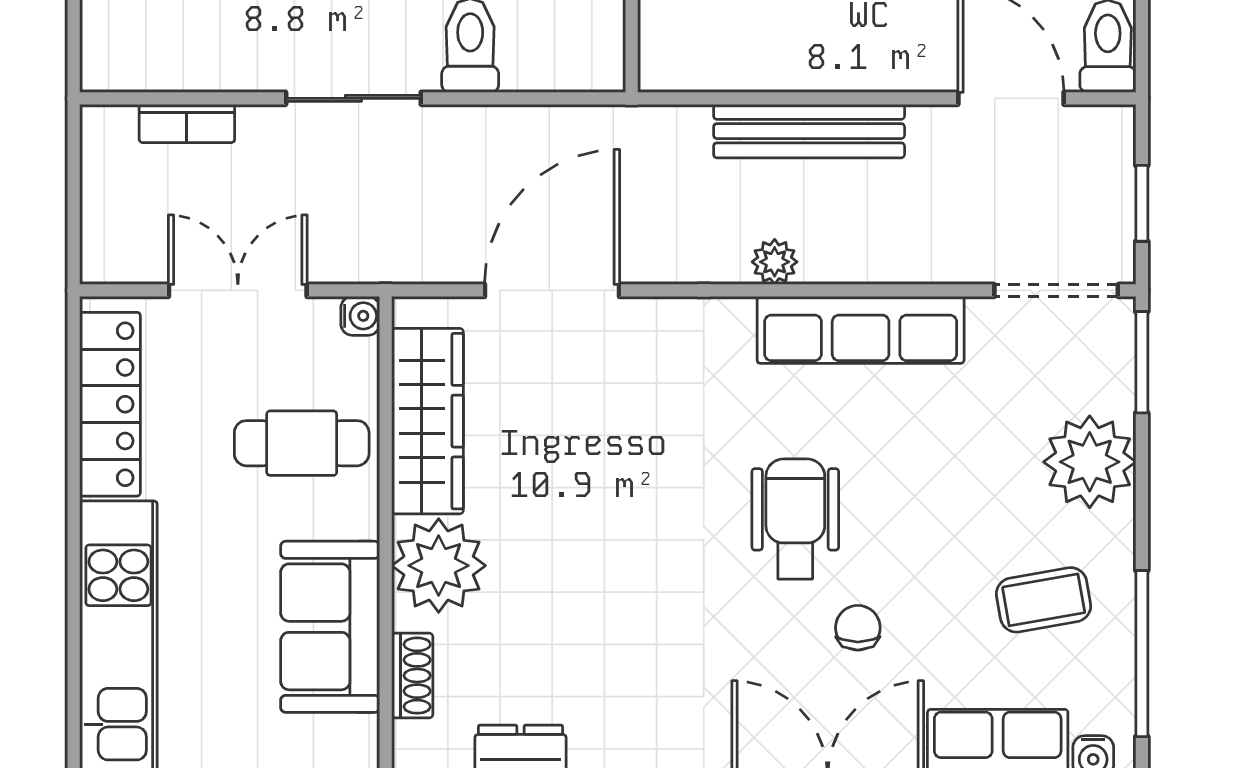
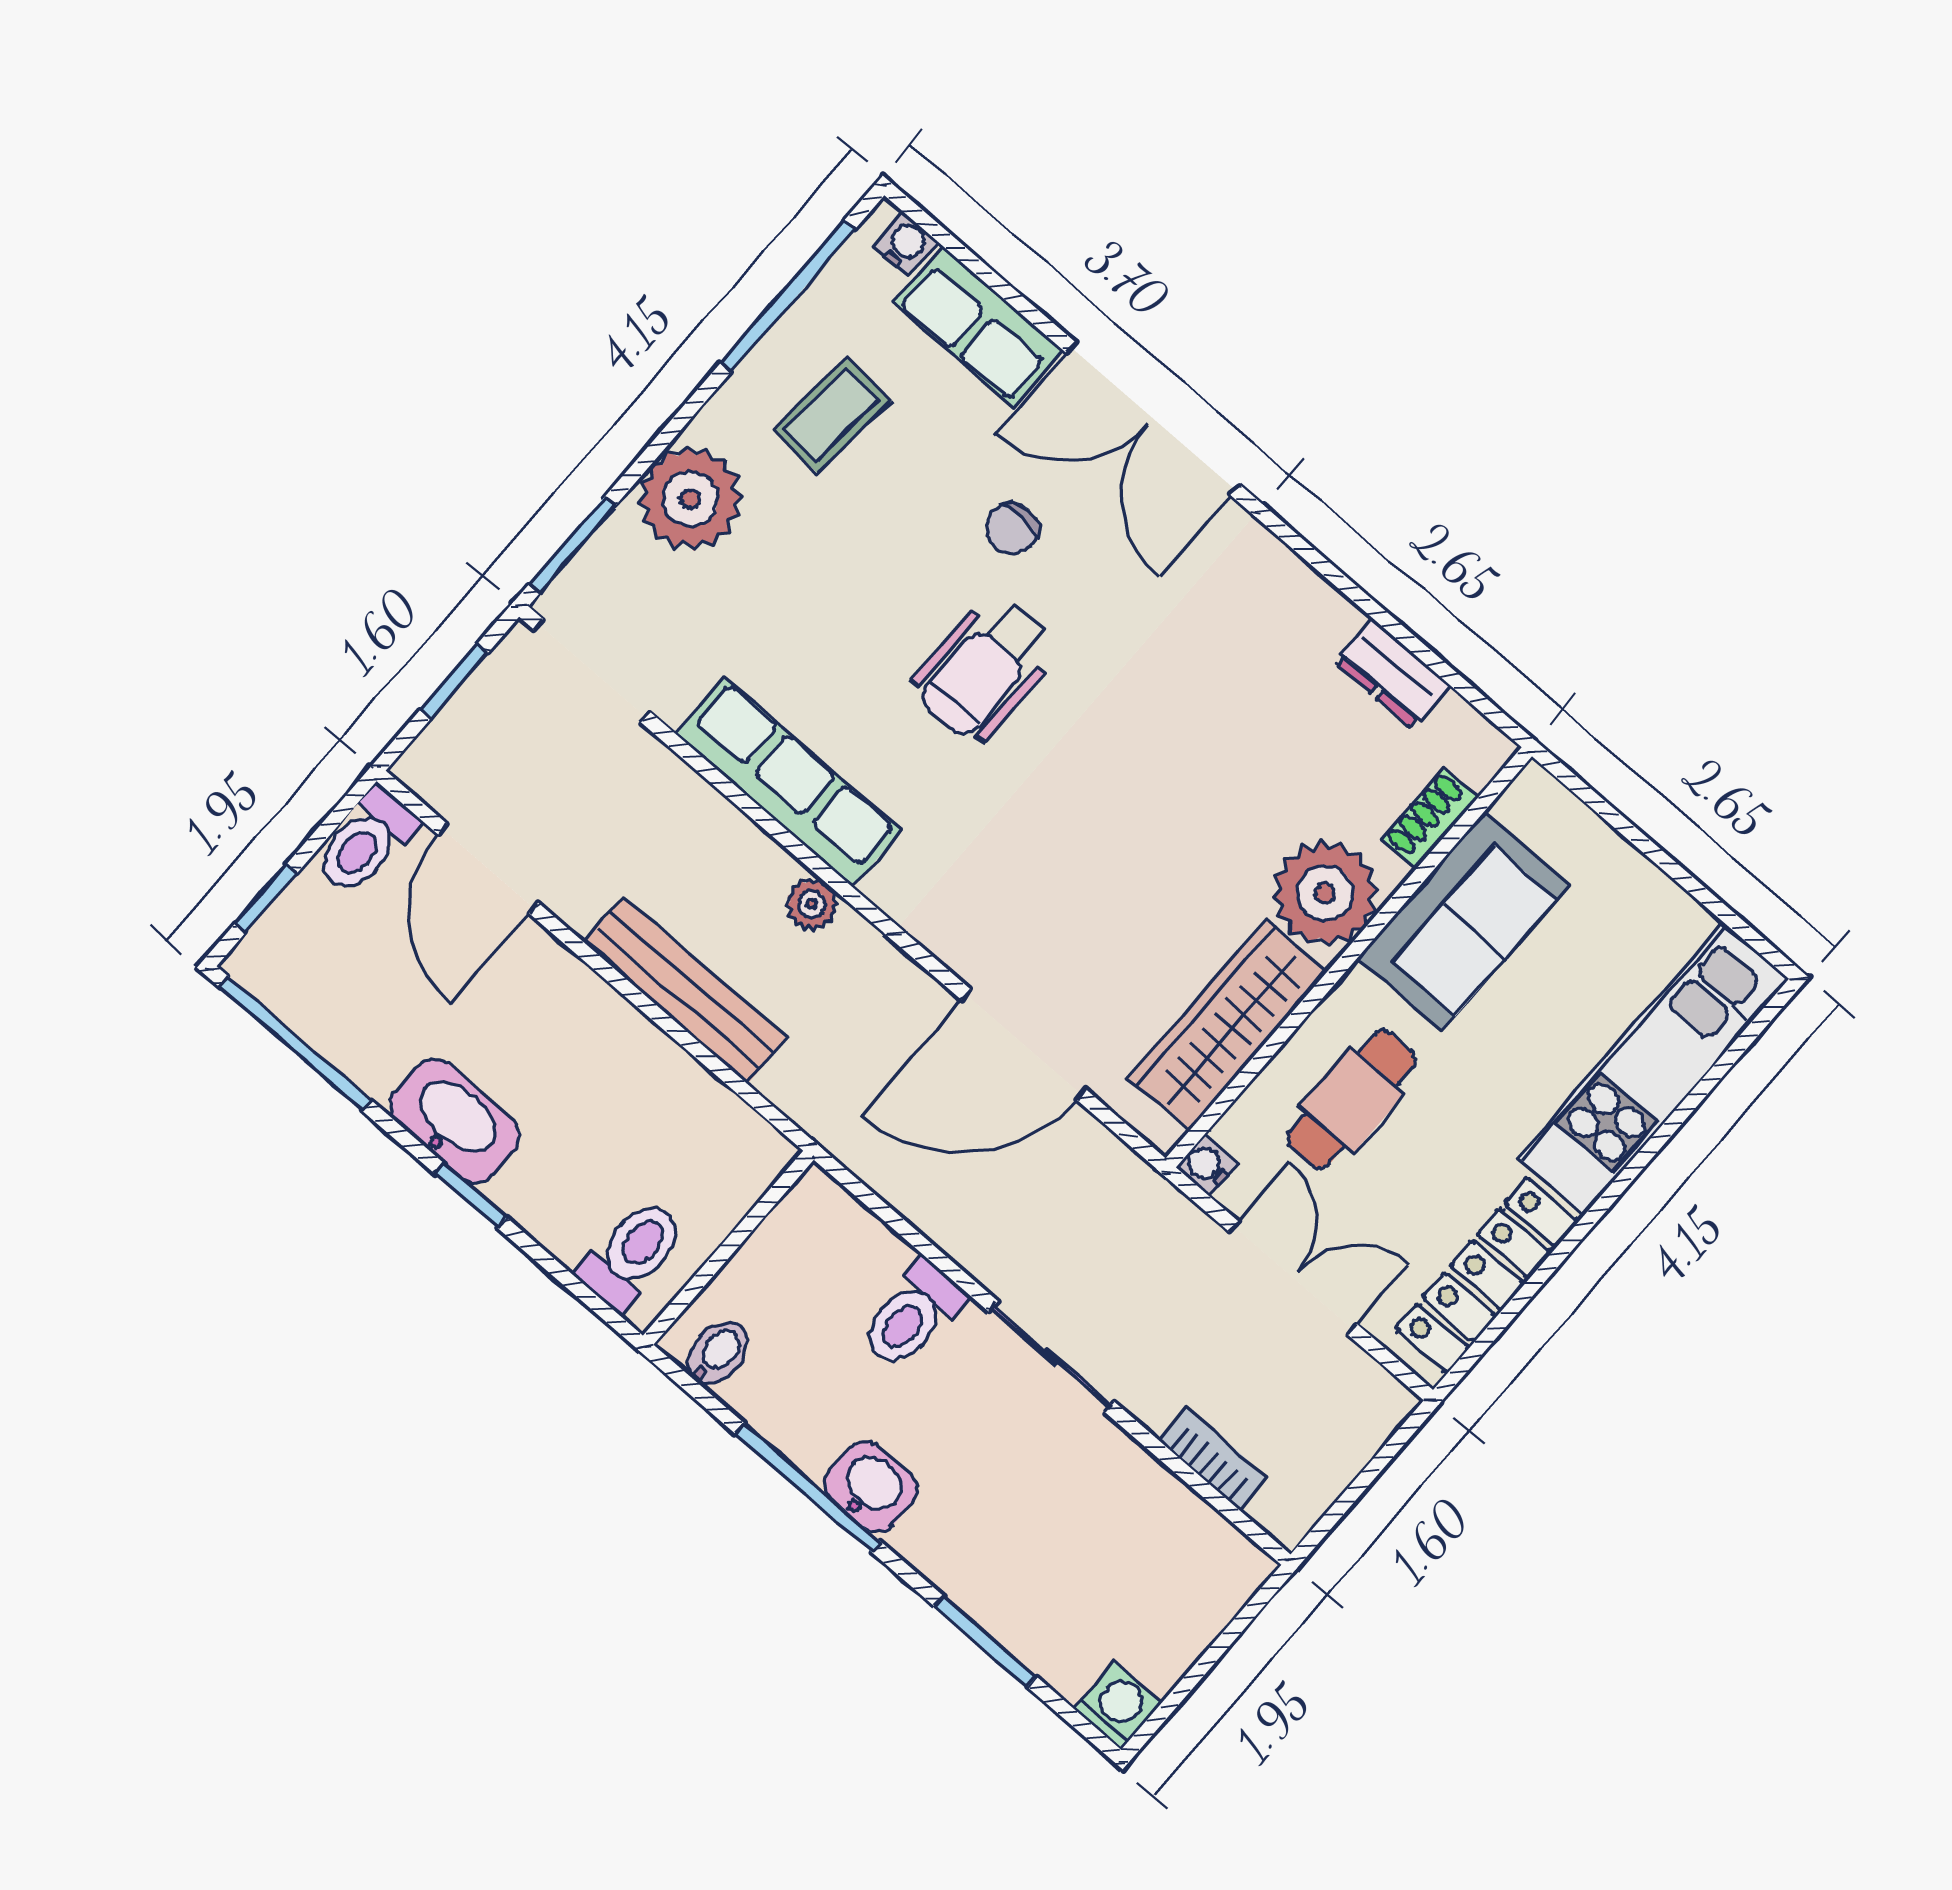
double door: (238, 290) -> (1293, 1278), swing flipped
cafe table: (302, 443) -> (1352, 1099), turned 90
coffee table: (1044, 600) -> (832, 415), turned -76

